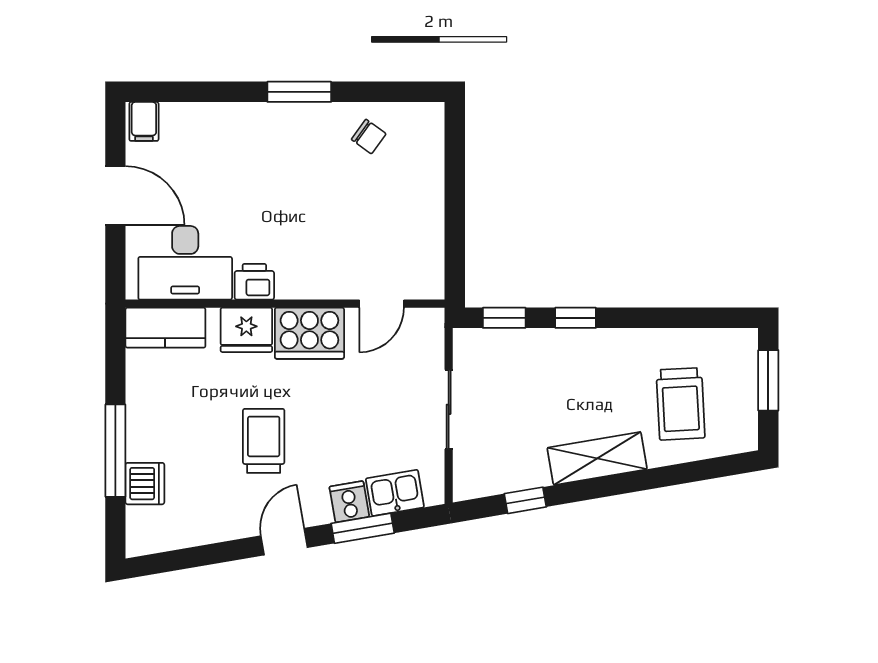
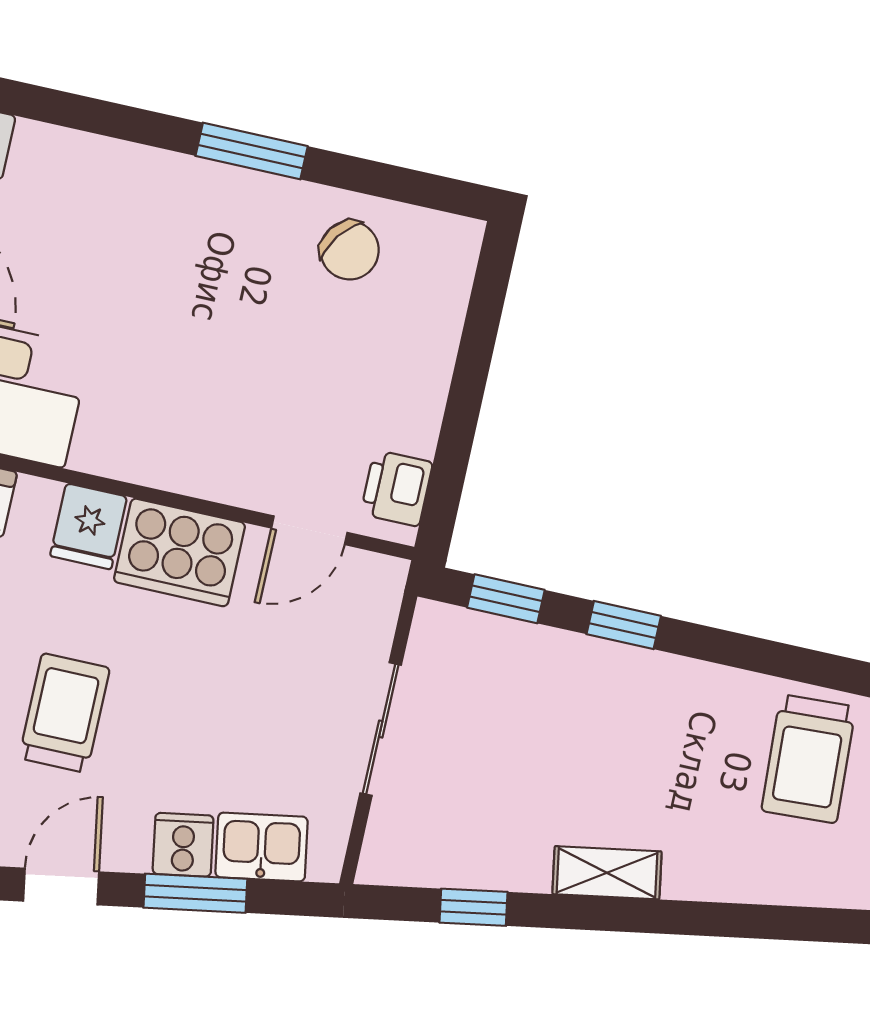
chair: (369, 137) -> (350, 250), width x1.37, depth x1.37
printer: (254, 282) -> (397, 488), moved, turned -90
fridge: (246, 330) -> (89, 526), width x0.72
trolley: (681, 404) -> (809, 759), moved
shelving: (597, 458) -> (607, 873), width x0.67, depth x0.75

